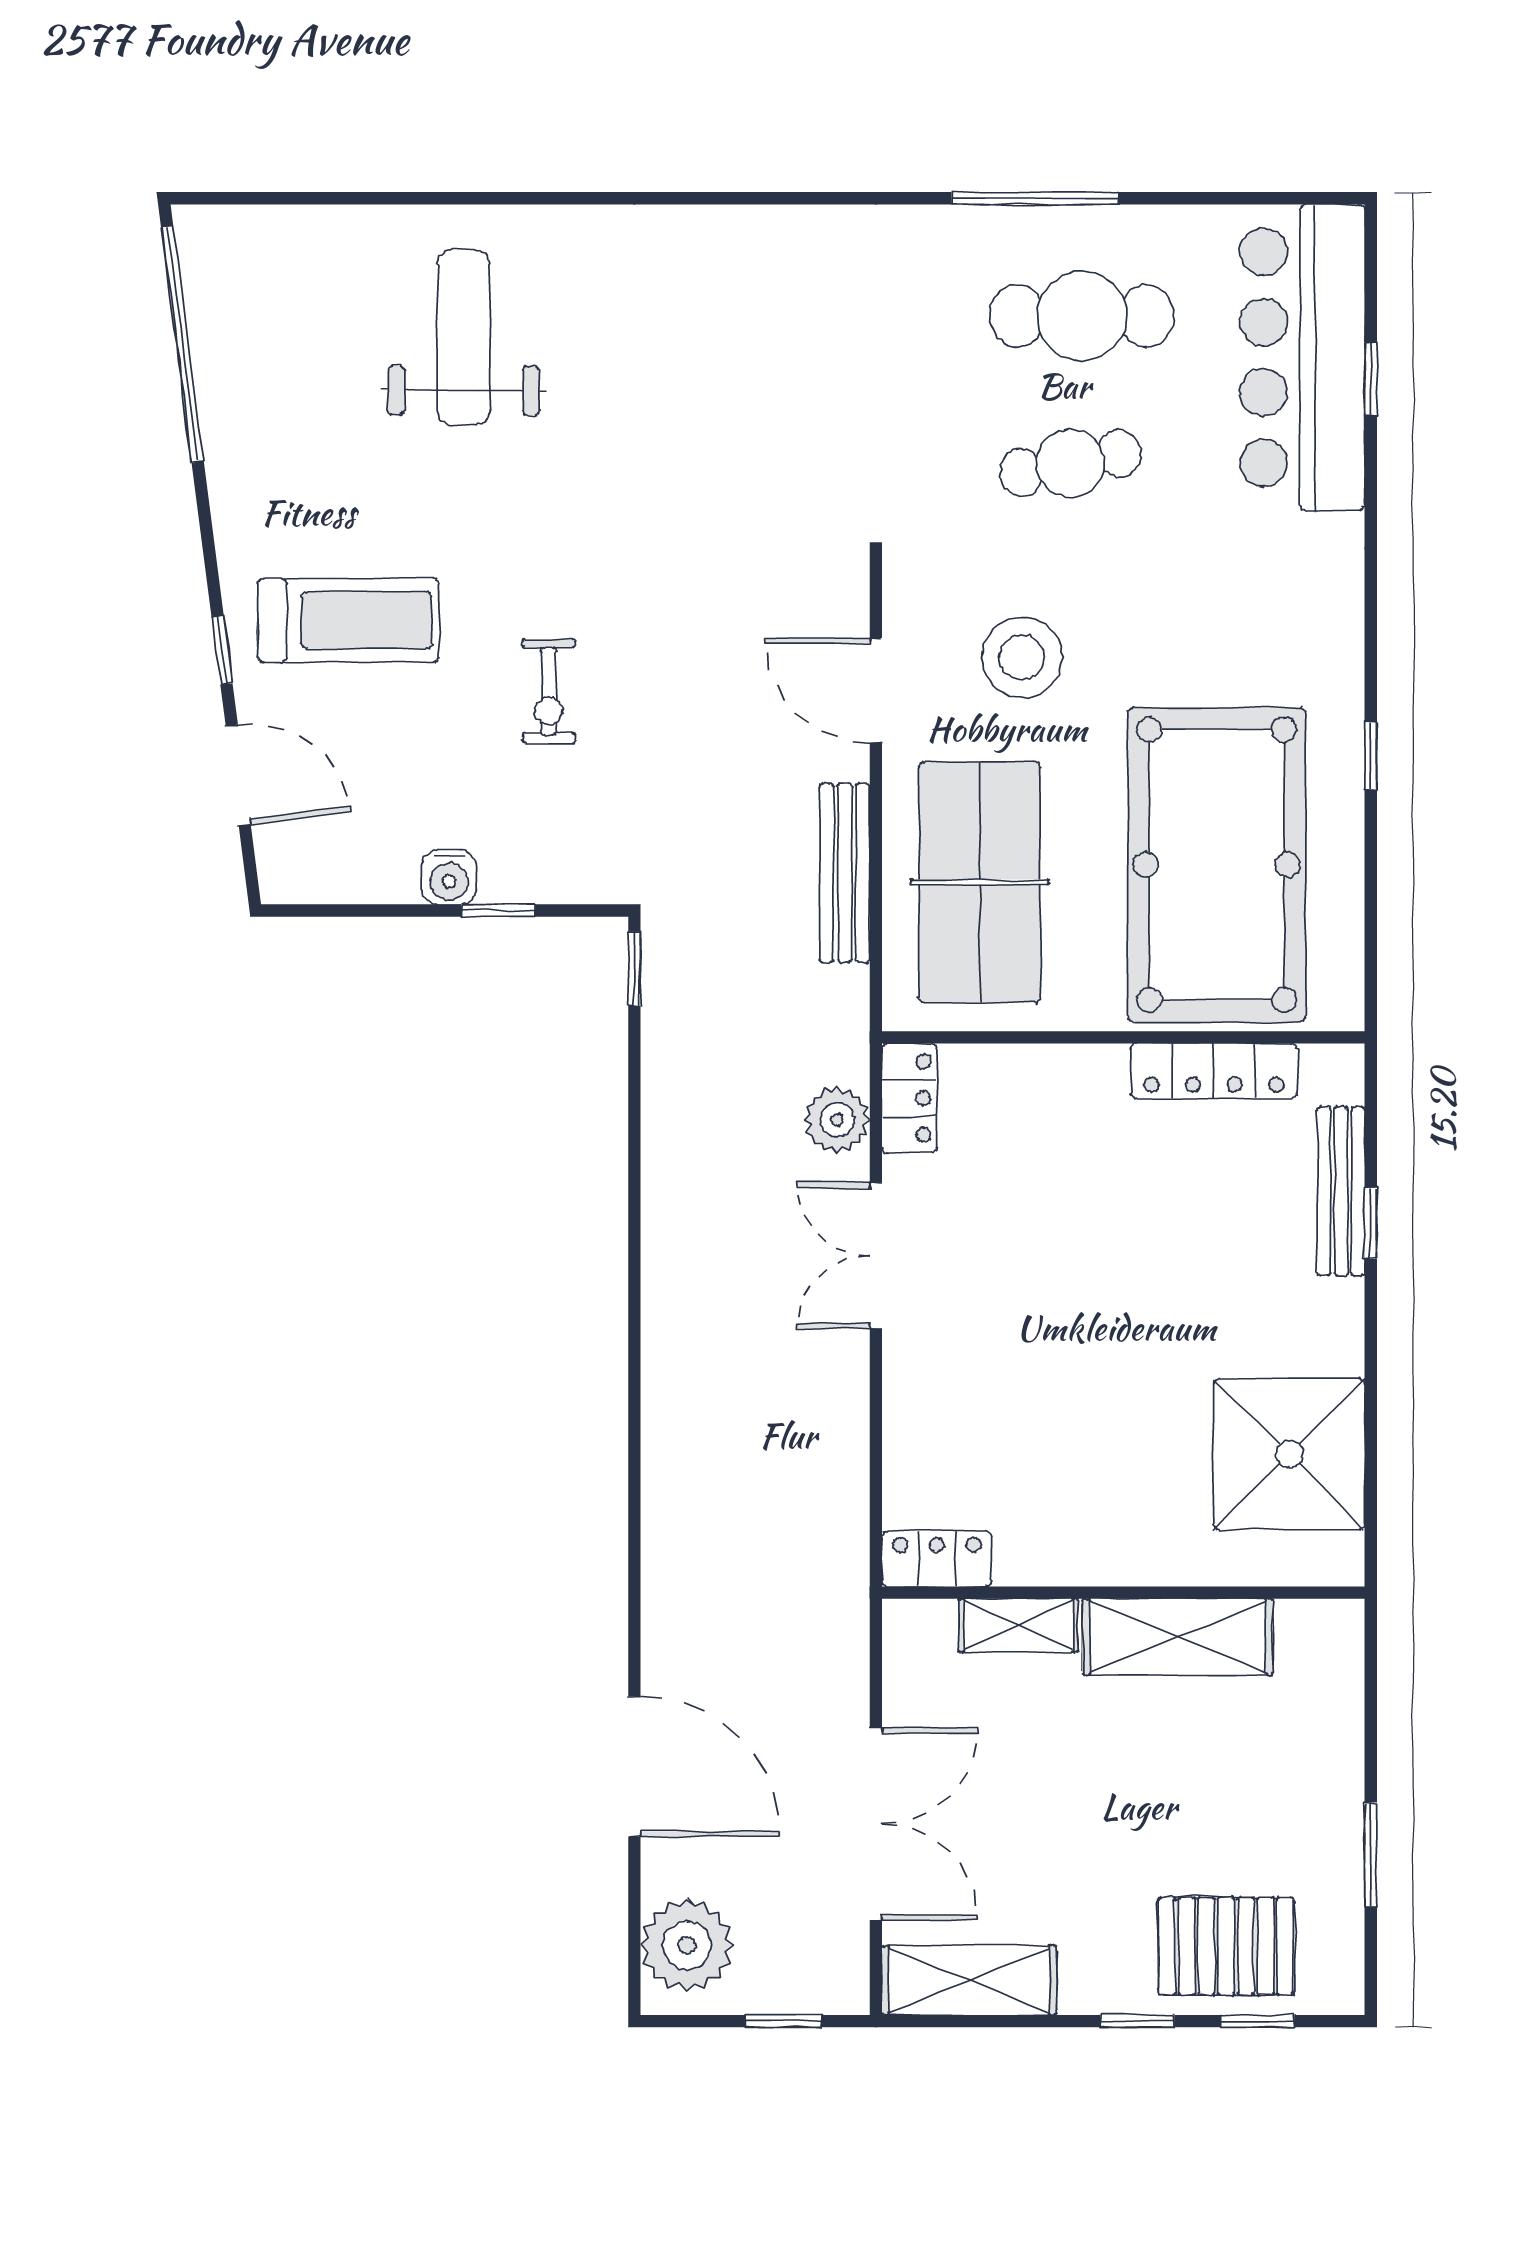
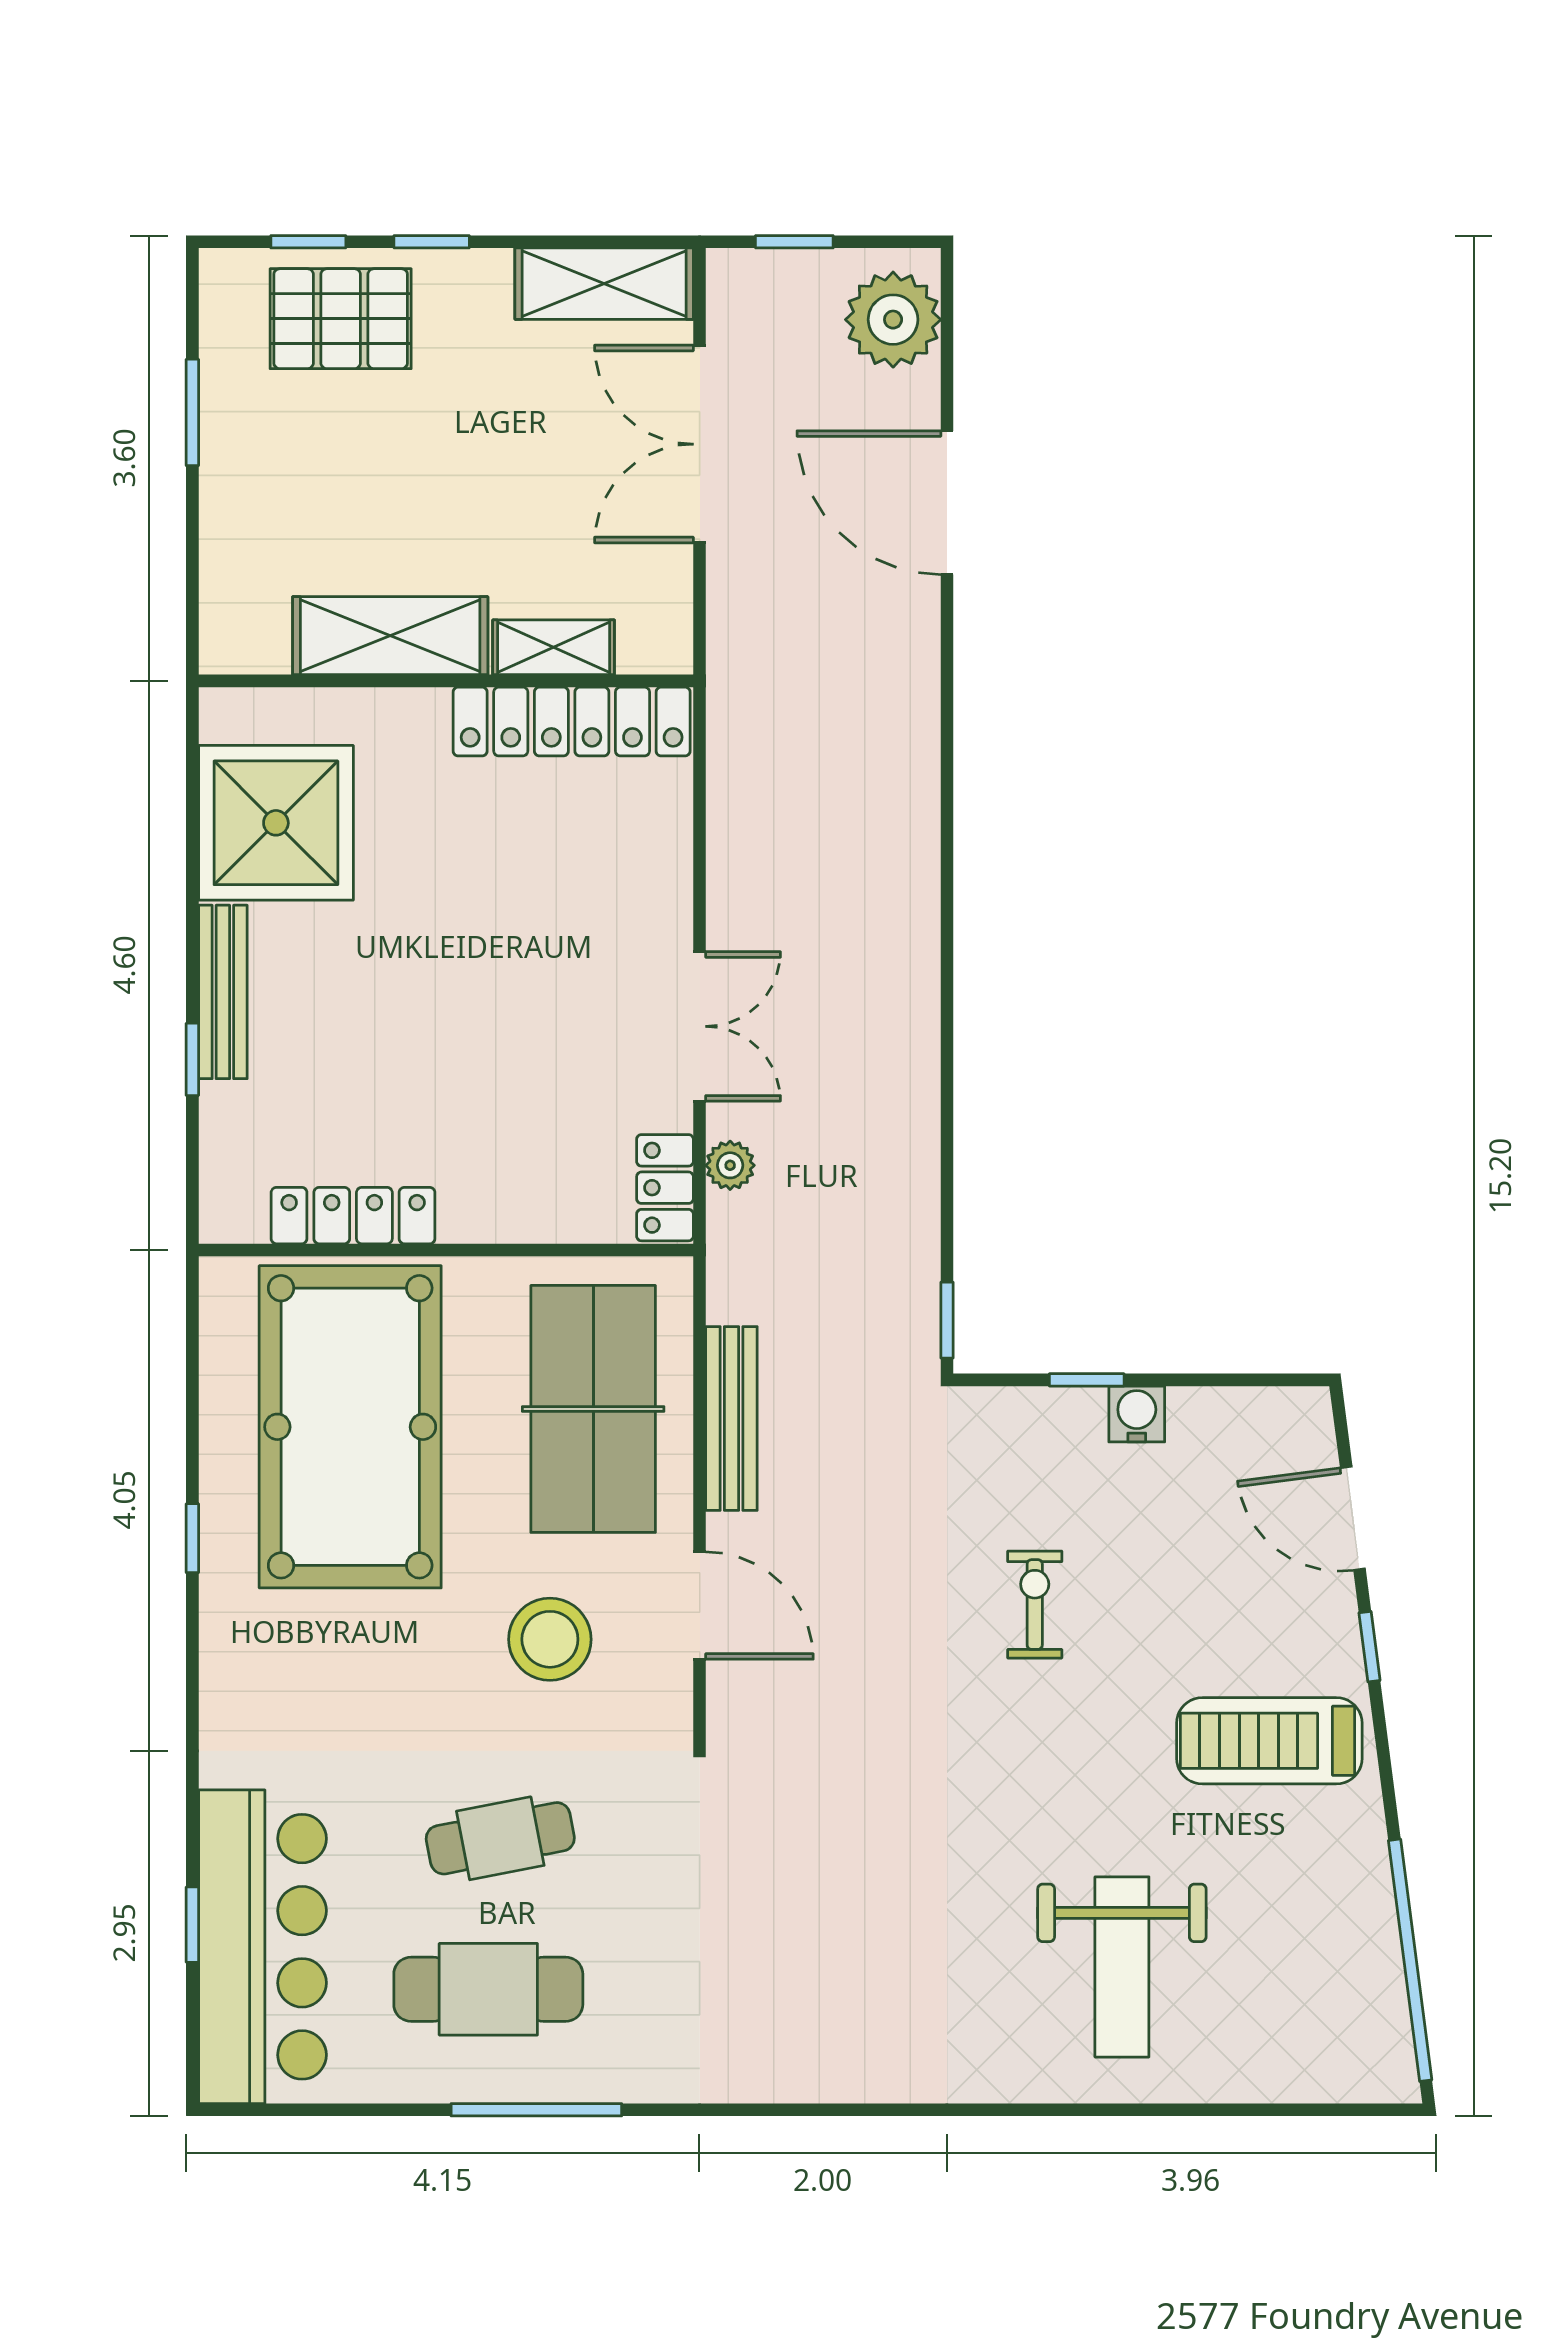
treadmill: (348, 620) -> (1269, 1741), moved
plant: (837, 1120) -> (730, 1165), width x0.73, depth x0.73
bench: (1341, 1191) -> (223, 992), moved
locker: (937, 1559) -> (572, 722), width x2.16, depth x1.21

